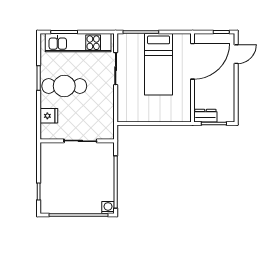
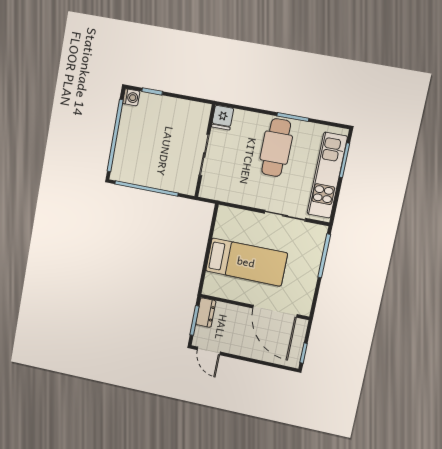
door: (236, 54) -> (209, 351), moved
bed: (159, 64) -> (246, 262), moved, turned 180
fridge: (49, 116) -> (223, 118), moved
washing machine: (108, 207) -> (131, 97), moved

